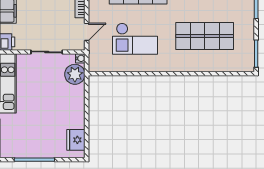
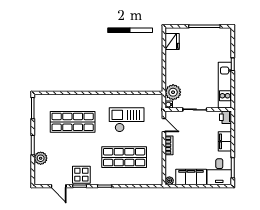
door: (87, 32) -> (164, 125), swing flipped

